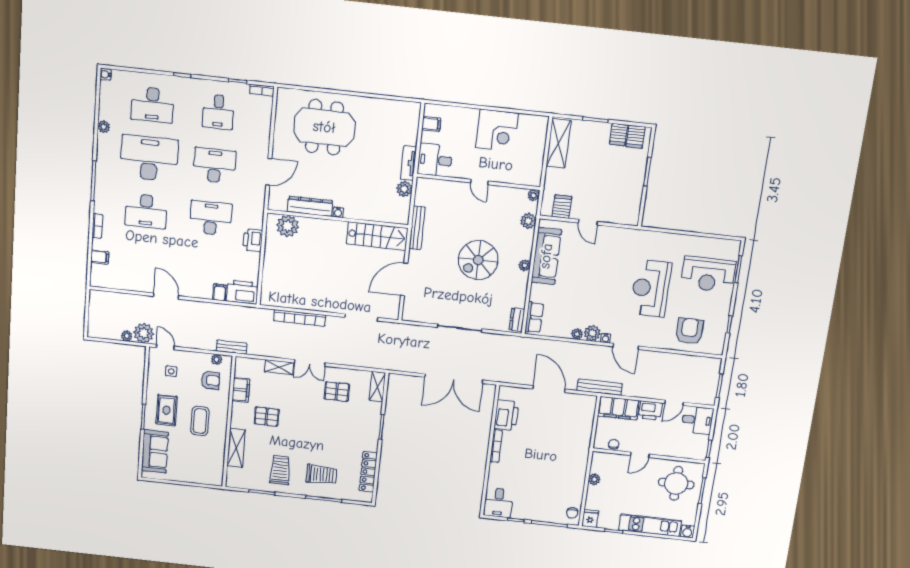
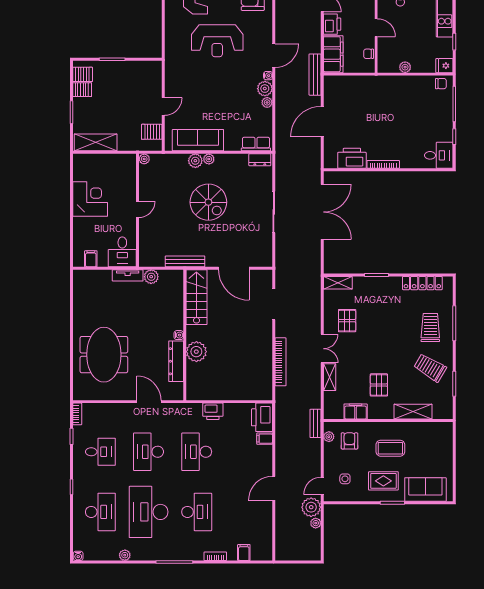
plant: (528, 221) -> (195, 161), moved
plant: (288, 226) -> (196, 352), moved
trolley: (280, 470) -> (430, 368), turned 31

